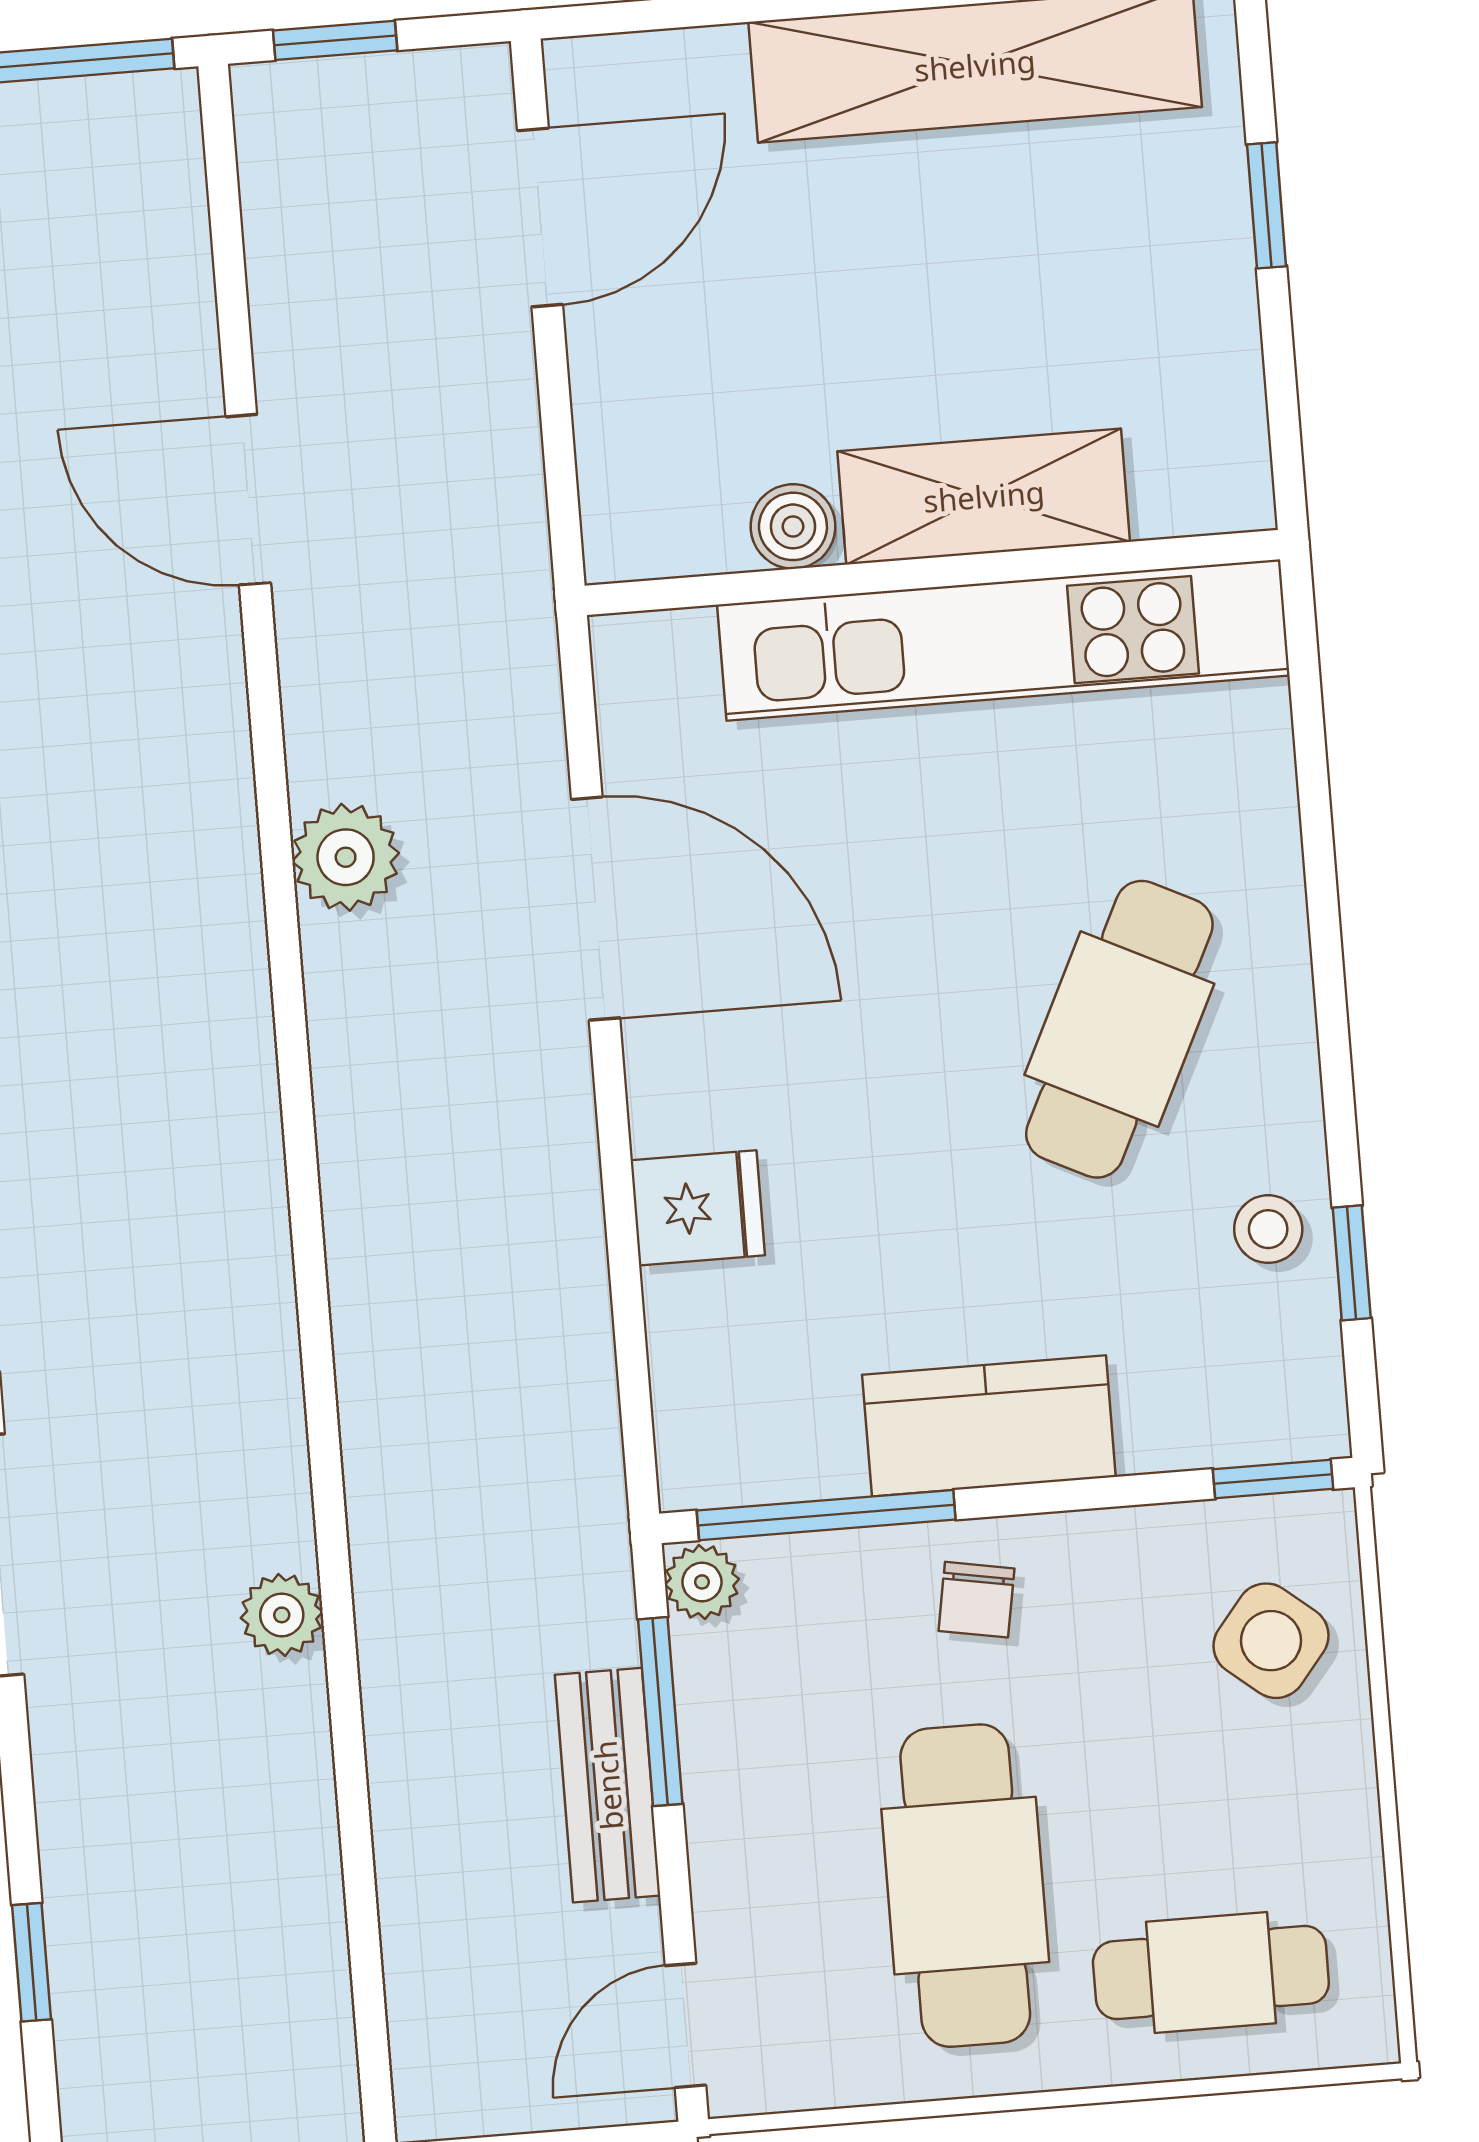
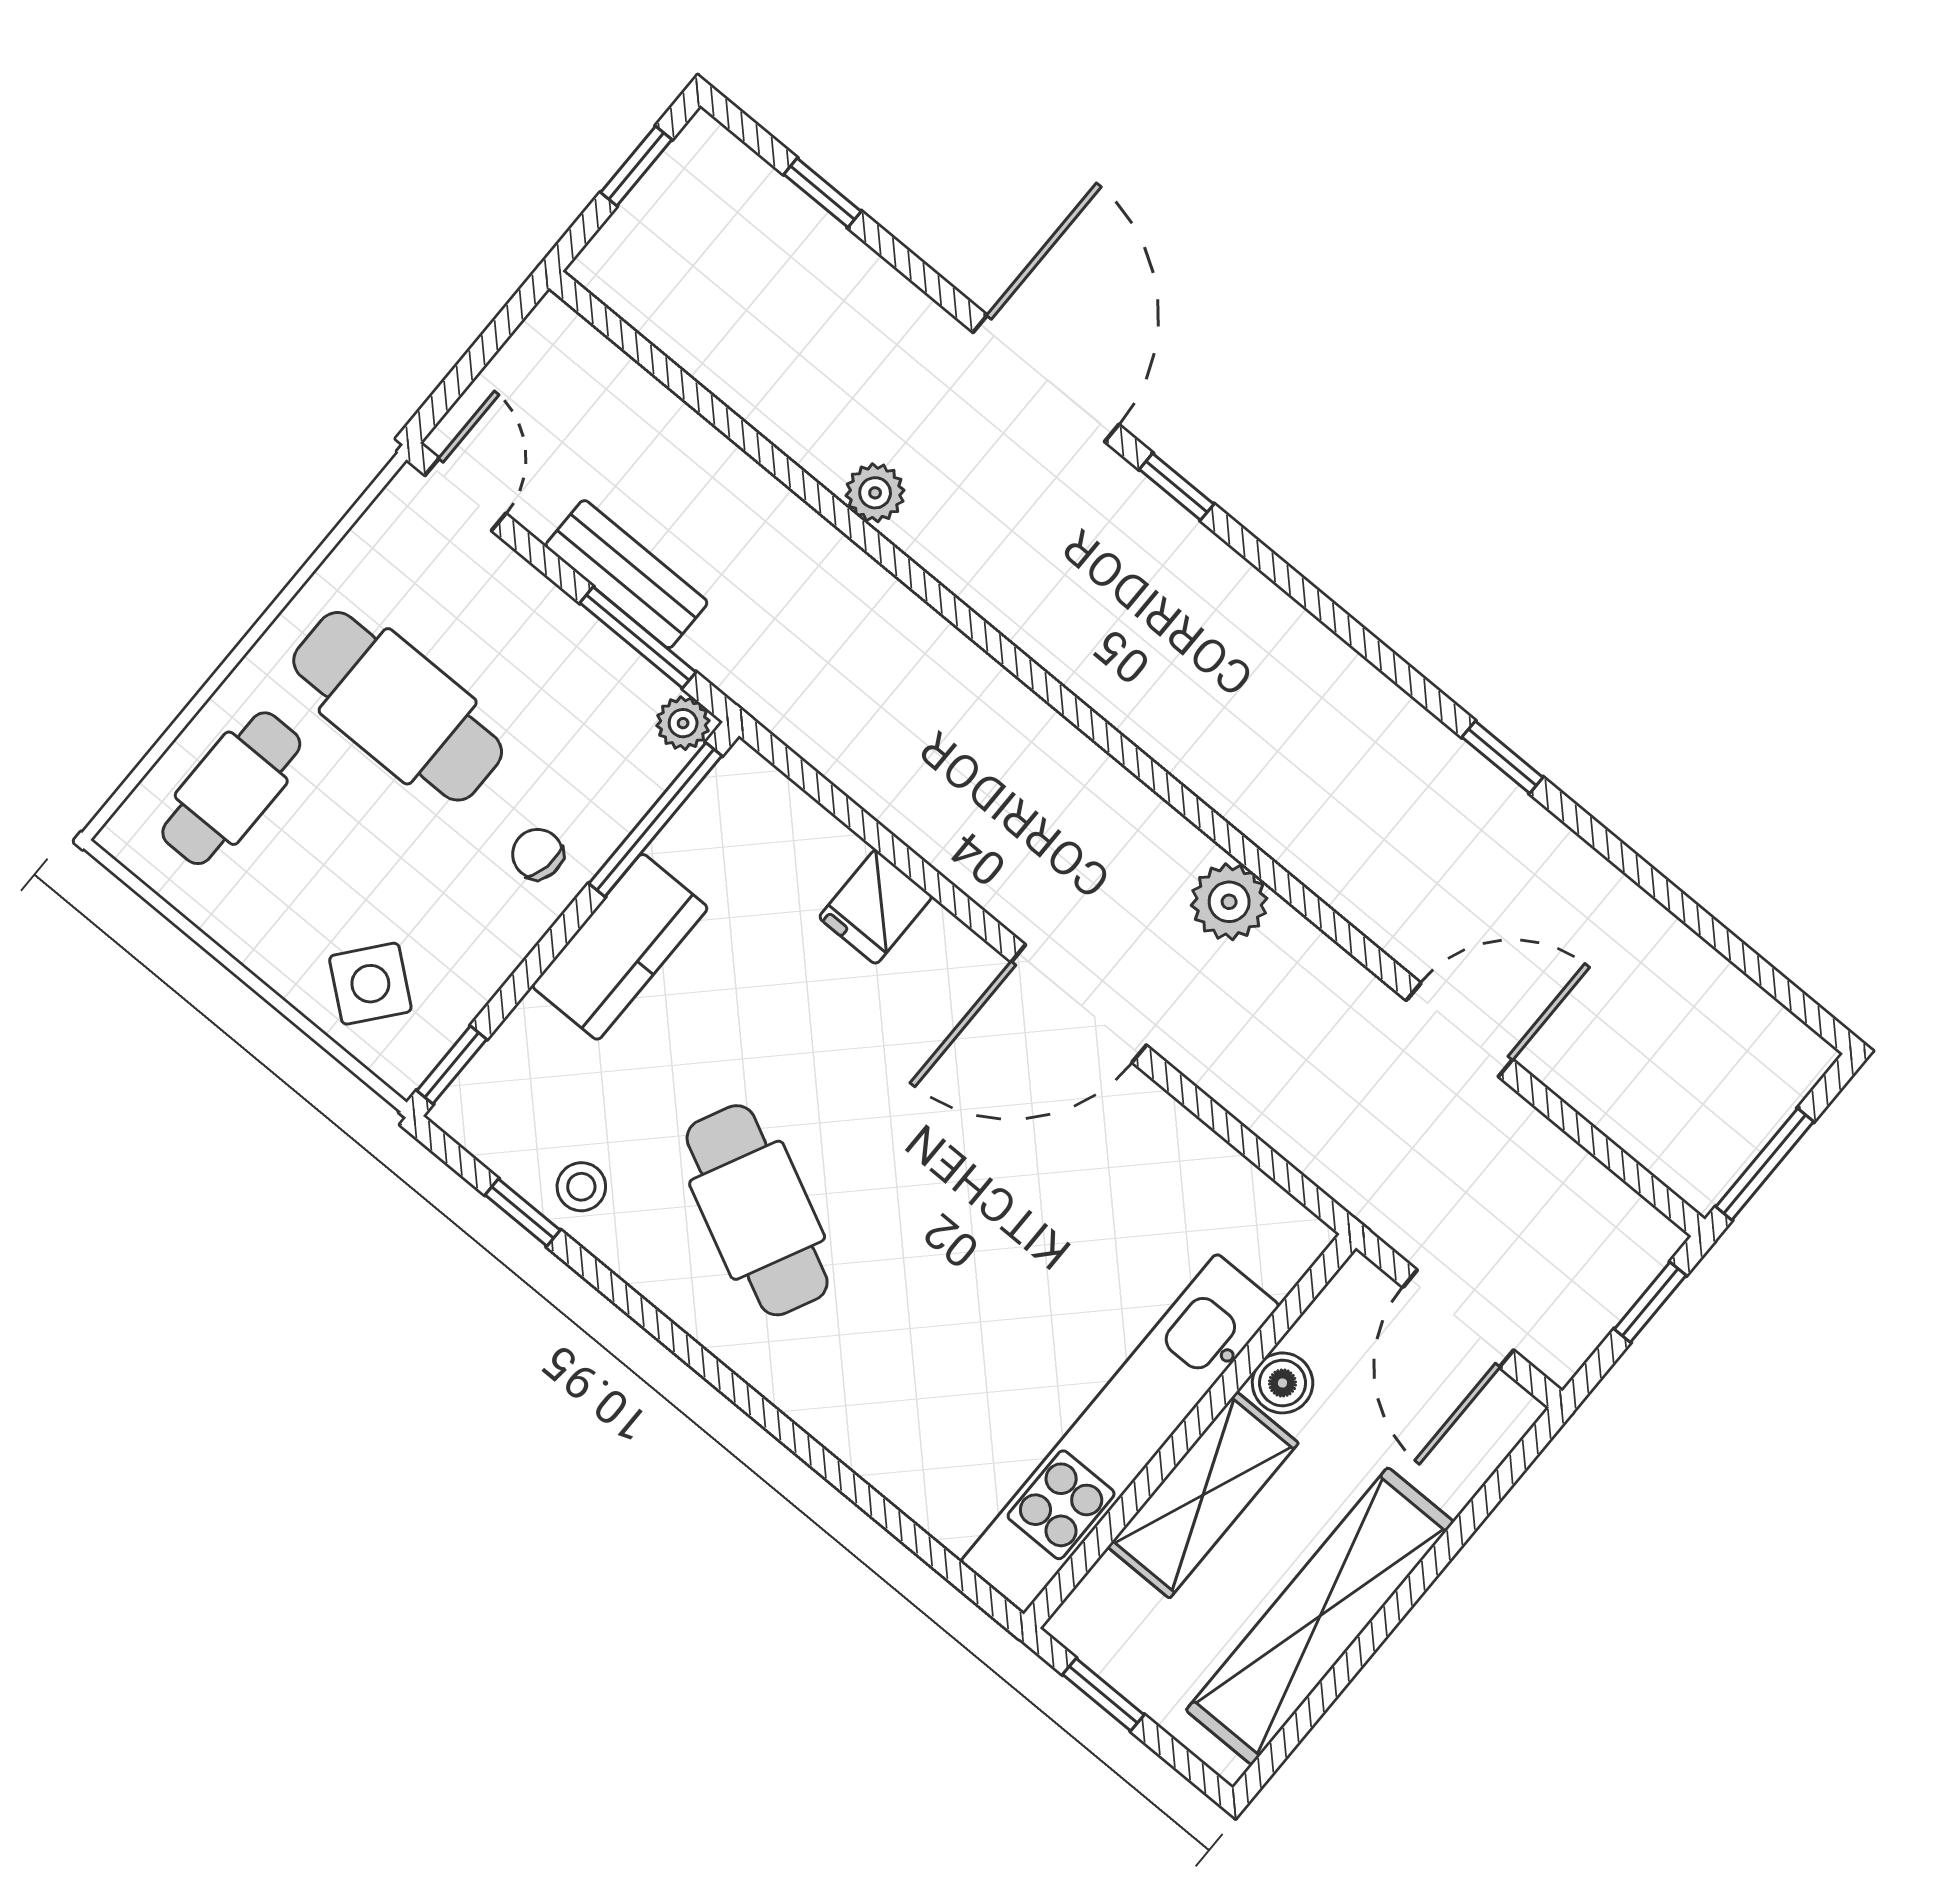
shelving: (984, 496) -> (1203, 1495), moved
boiler: (793, 526) -> (1283, 1383), moved
wall: (932, 572) -> (1190, 1431), moved
kitchen unit: (1003, 640) -> (1120, 1434), moved

